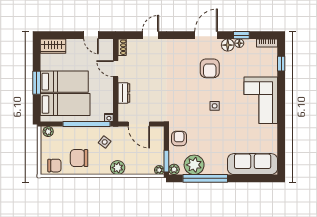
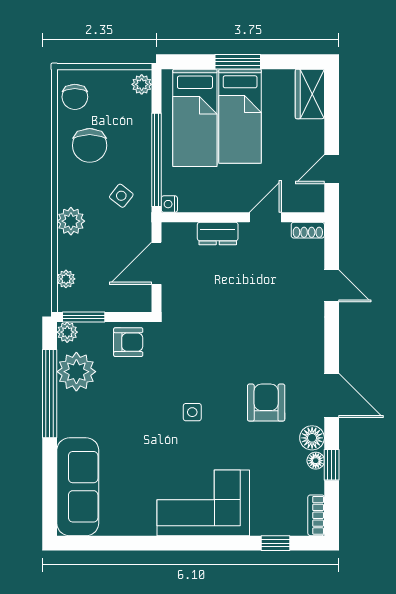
armchair: (210, 68) -> (266, 403), turned 90
chair: (79, 158) -> (90, 145), turned 180
plant: (159, 170) -> (66, 279), moved

